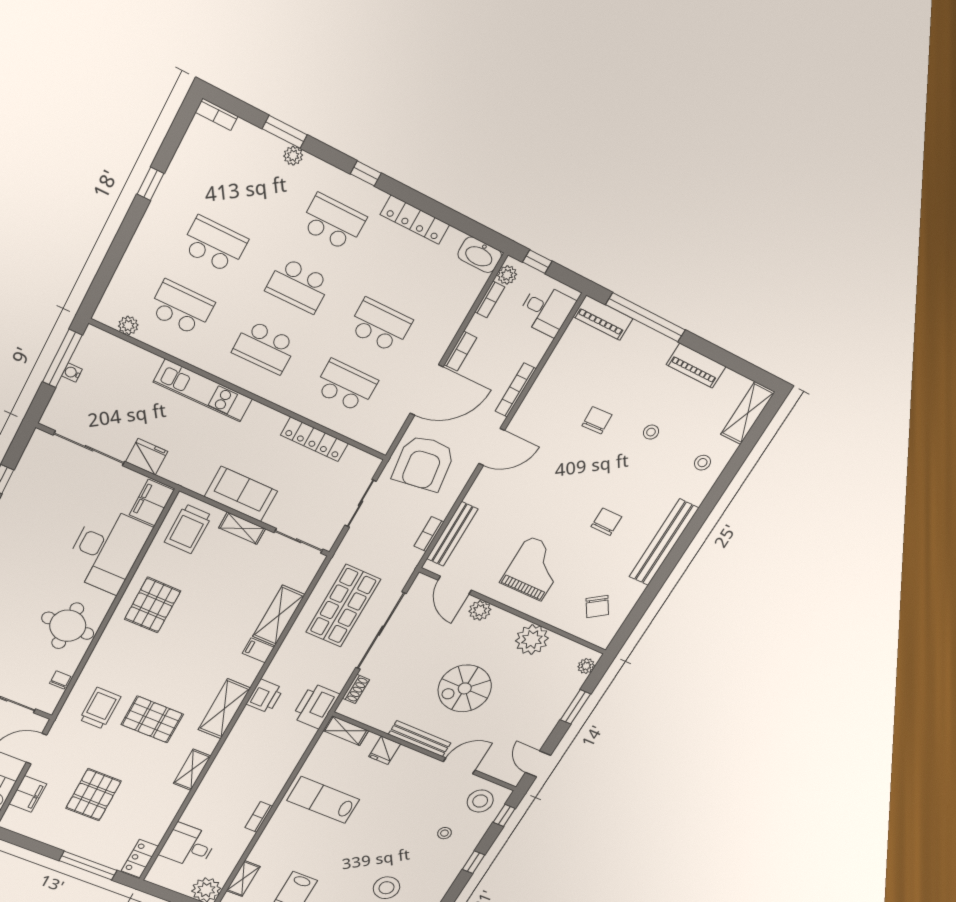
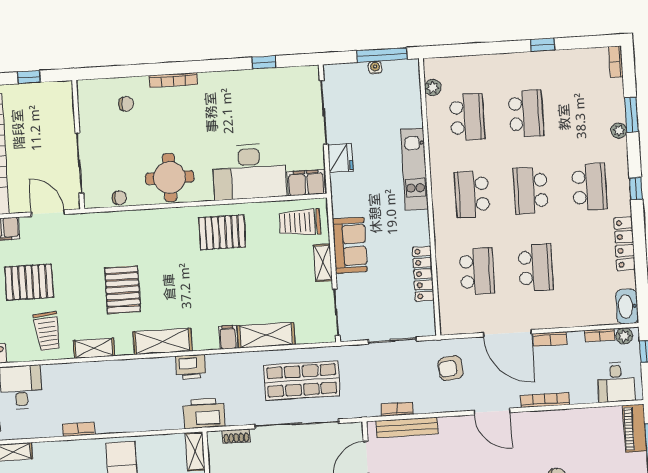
armchair: (424, 463) -> (451, 368), width x0.53, depth x0.53
trolley: (100, 708) -> (47, 331), moved, turned 85

